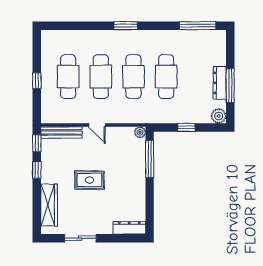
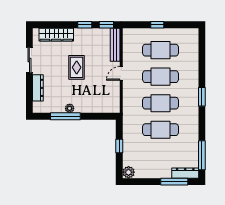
dresser: (220, 83) -> (185, 173), moved
window: (230, 86) -> (174, 182), moved
plant: (140, 132) -> (70, 108), moved
window: (150, 159) -> (65, 116), moved
dresser: (129, 228) -> (38, 88), moved

